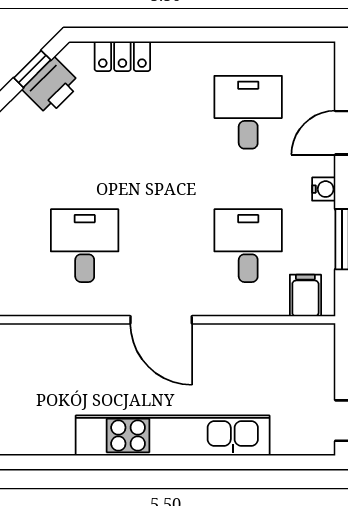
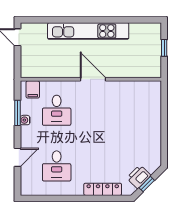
locker: (122, 56) -> (103, 189), width x1.53
water cooler: (324, 189) -> (25, 120), moved
desk: (85, 246) -> (125, 110), removed

